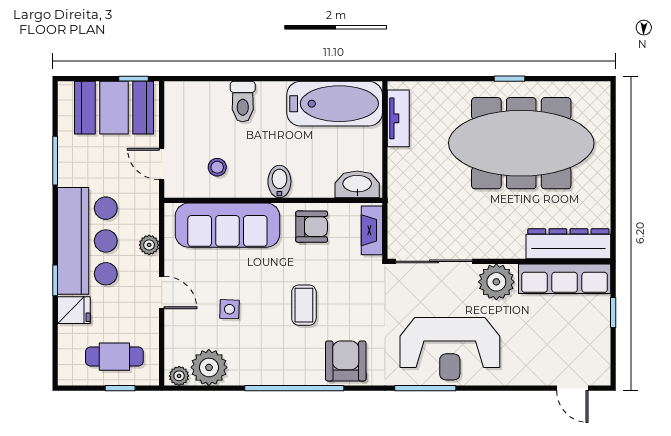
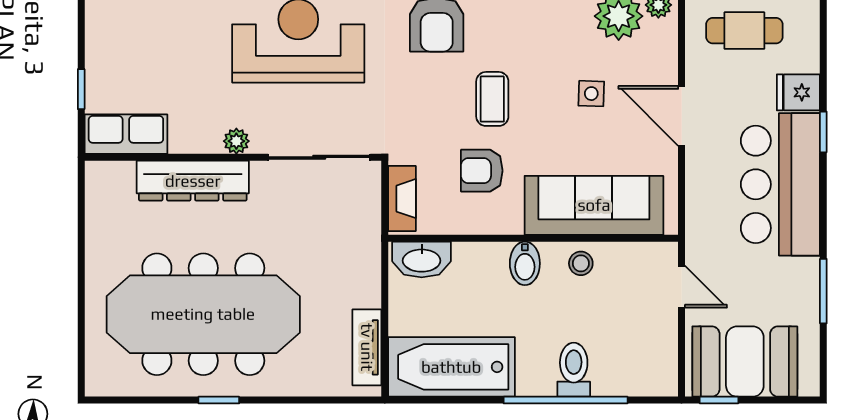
window: (249, 79) -> (566, 400), added
stool: (217, 167) -> (581, 263), moved
armchair: (312, 227) -> (482, 171), moved
dresser: (568, 244) -> (193, 181), moved
plant: (149, 245) -> (698, 179), removed
row of seats: (565, 279) -> (126, 134), width x0.68
plant: (496, 282) -> (236, 141), width x0.53, depth x0.53
door: (162, 292) -> (682, 116), width x1.38

